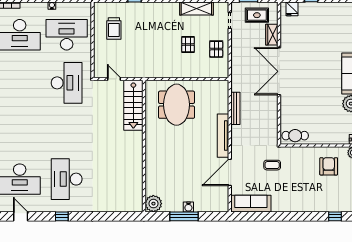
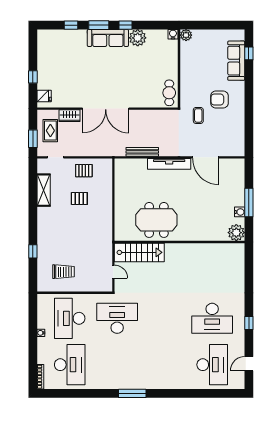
door: (114, 79) -> (113, 272), swing flipped
meeting table: (177, 105) -> (156, 220), moved
armchair: (329, 166) -> (219, 99), moved
sofa: (251, 204) -> (236, 61), moved
water cooler: (188, 207) -> (240, 212), moved

